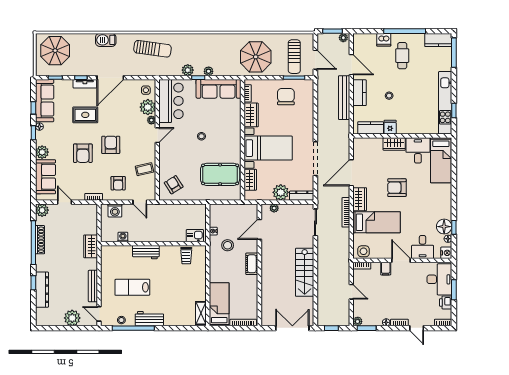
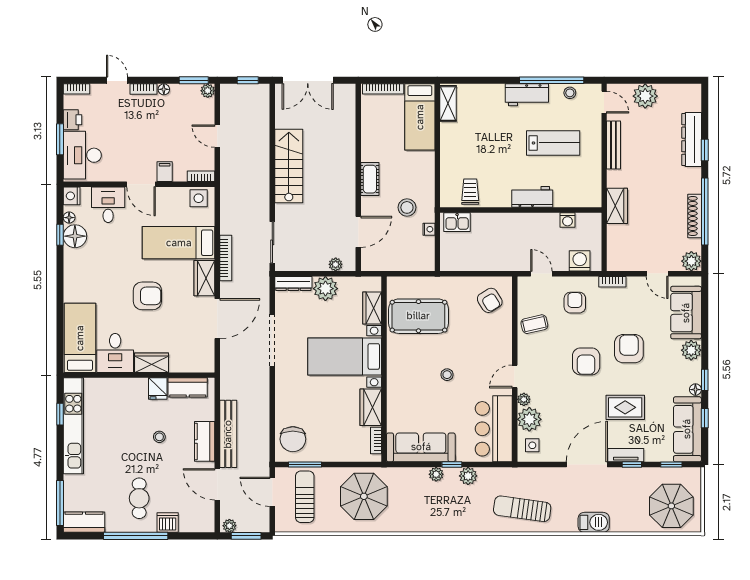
chair: (286, 97) -> (293, 439), moved

